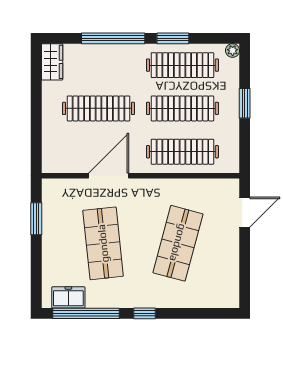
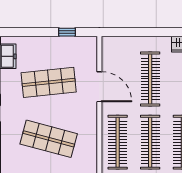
window: (36, 219) -> (67, 32), width x0.67

